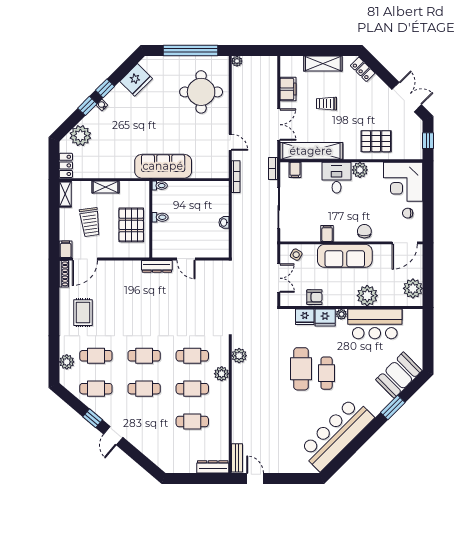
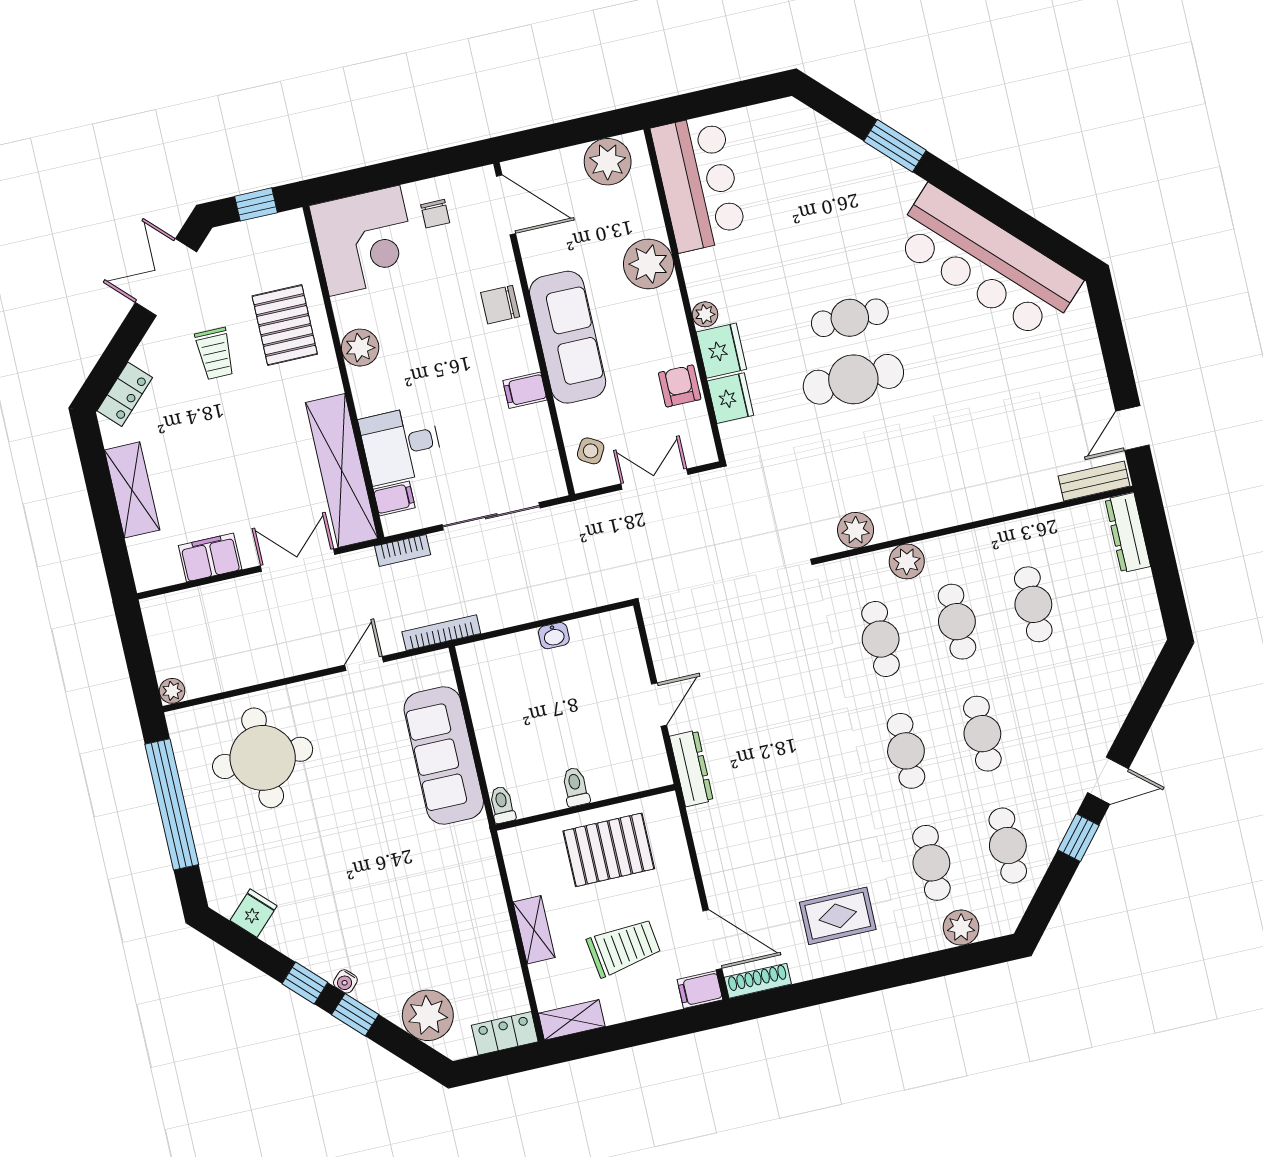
fridge: (136, 80) -> (254, 913), width x0.53, depth x0.75
trolley: (327, 104) -> (215, 353), moved
sofa: (163, 166) -> (444, 756), moved
desk: (337, 178) -> (401, 445), moved
bar counter: (375, 324) -> (699, 183), moved
booth: (399, 375) -> (816, 149), removed

